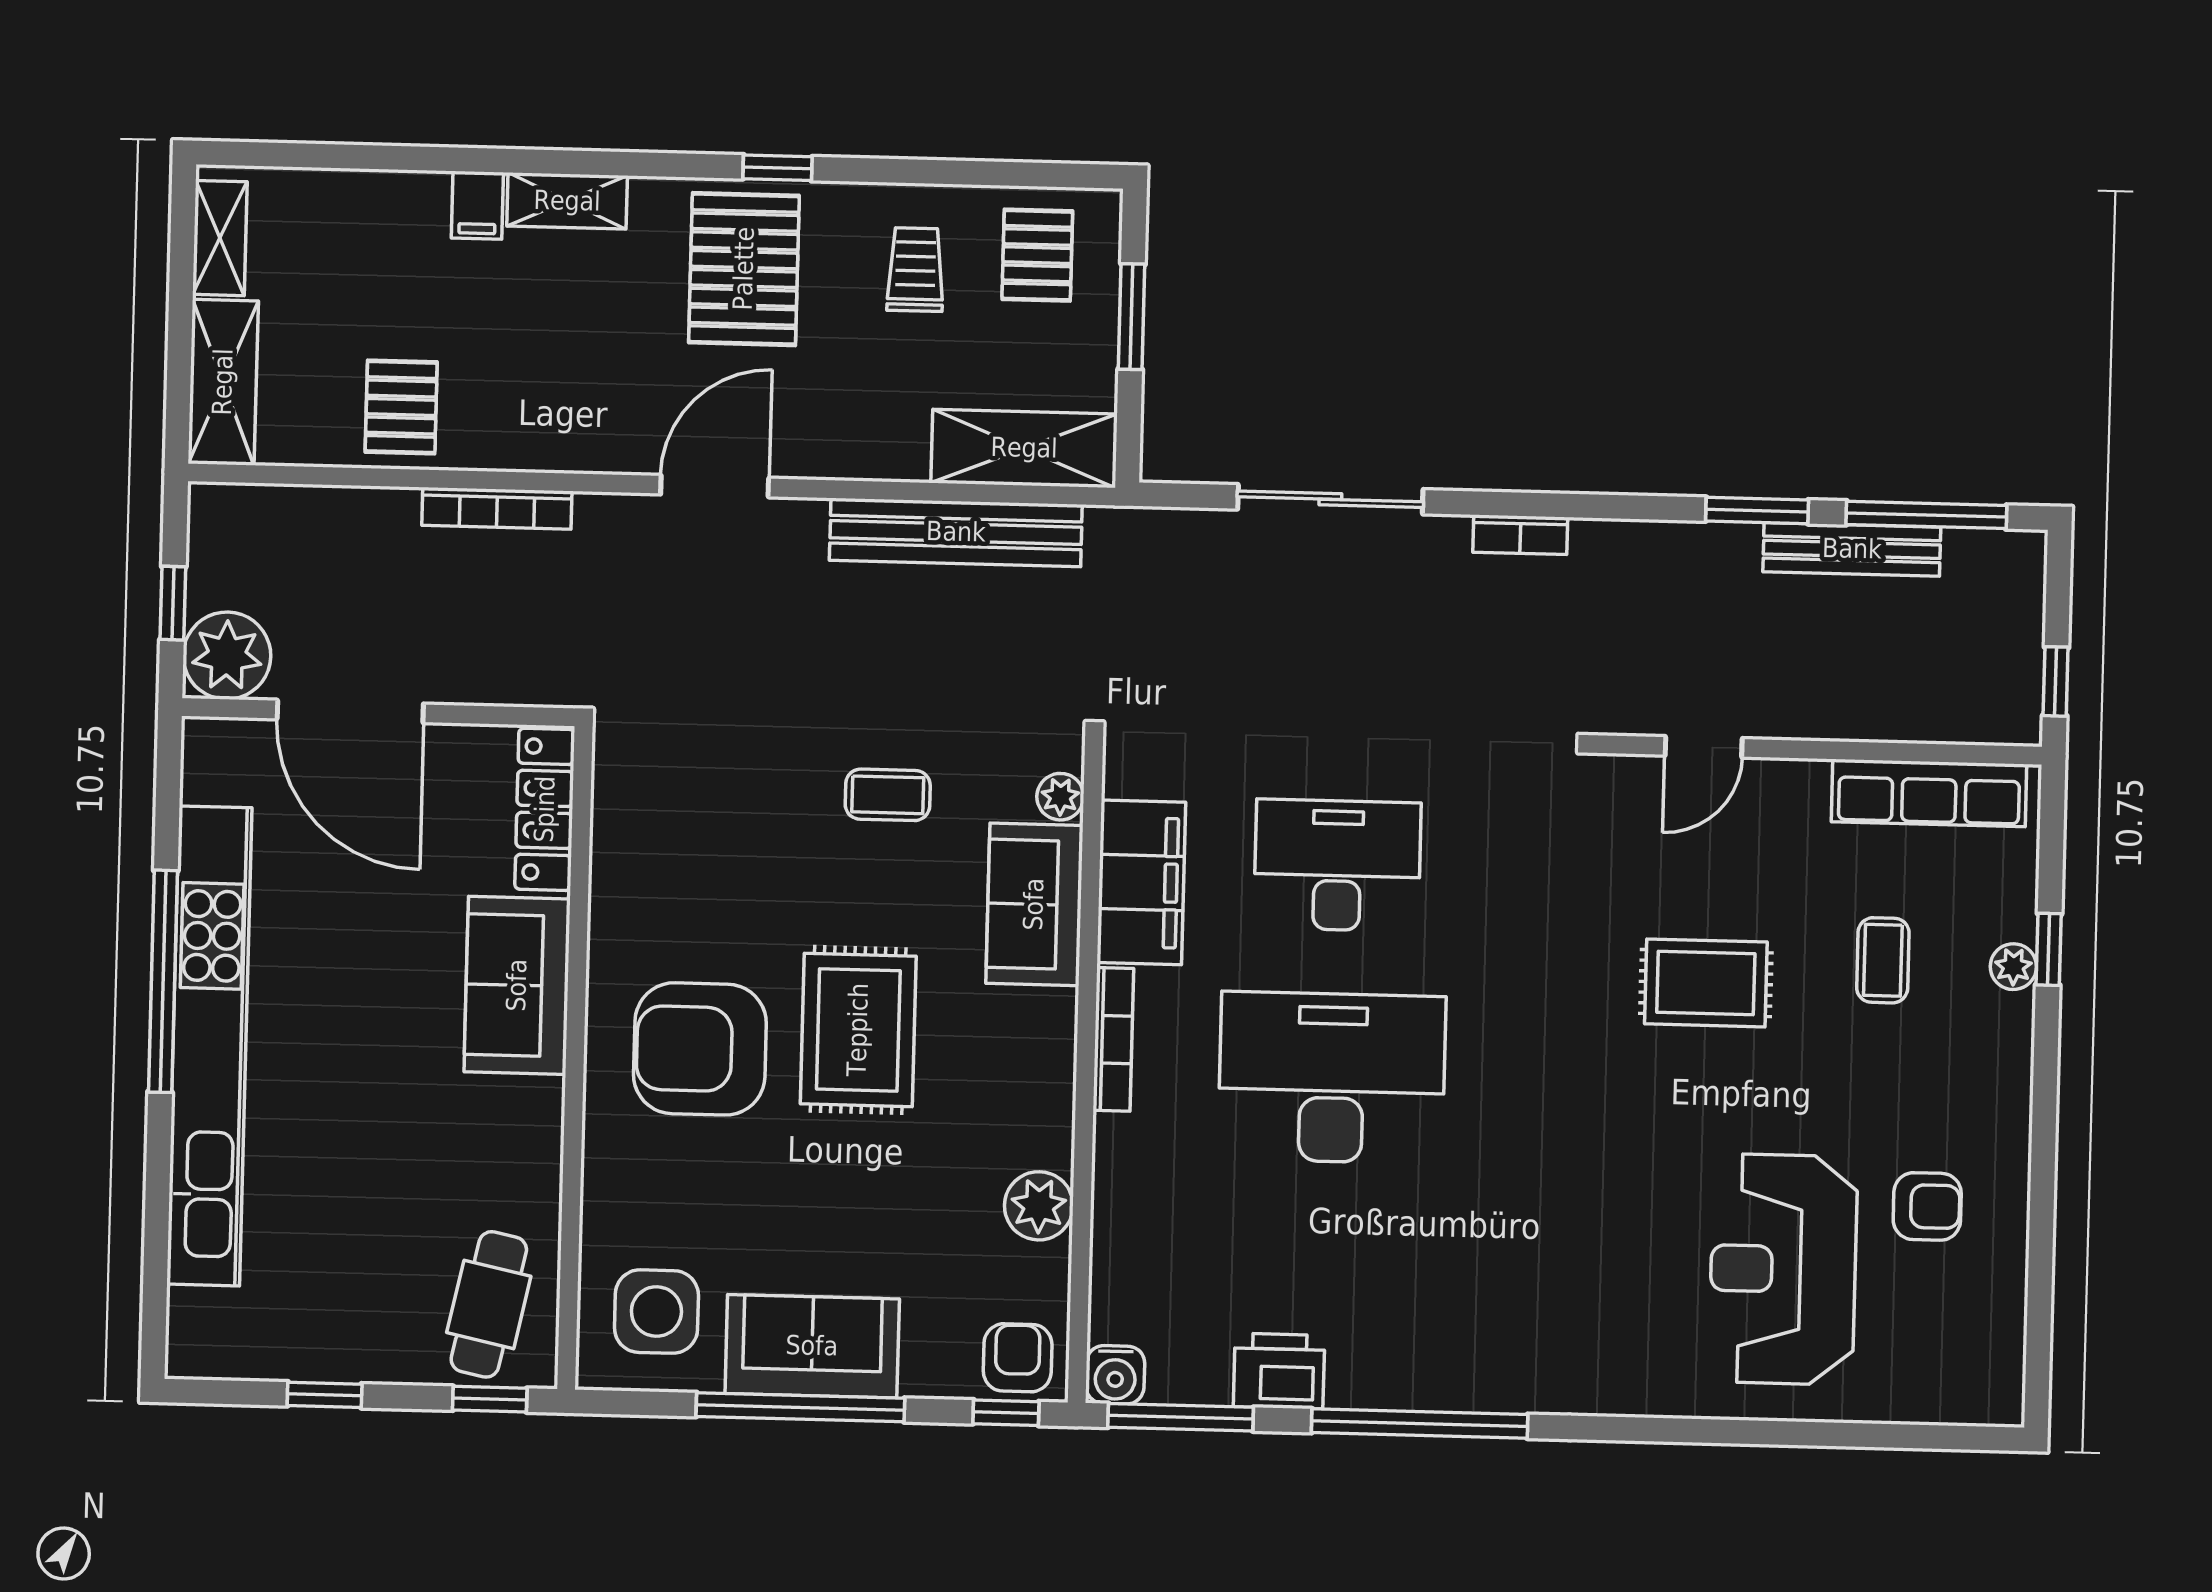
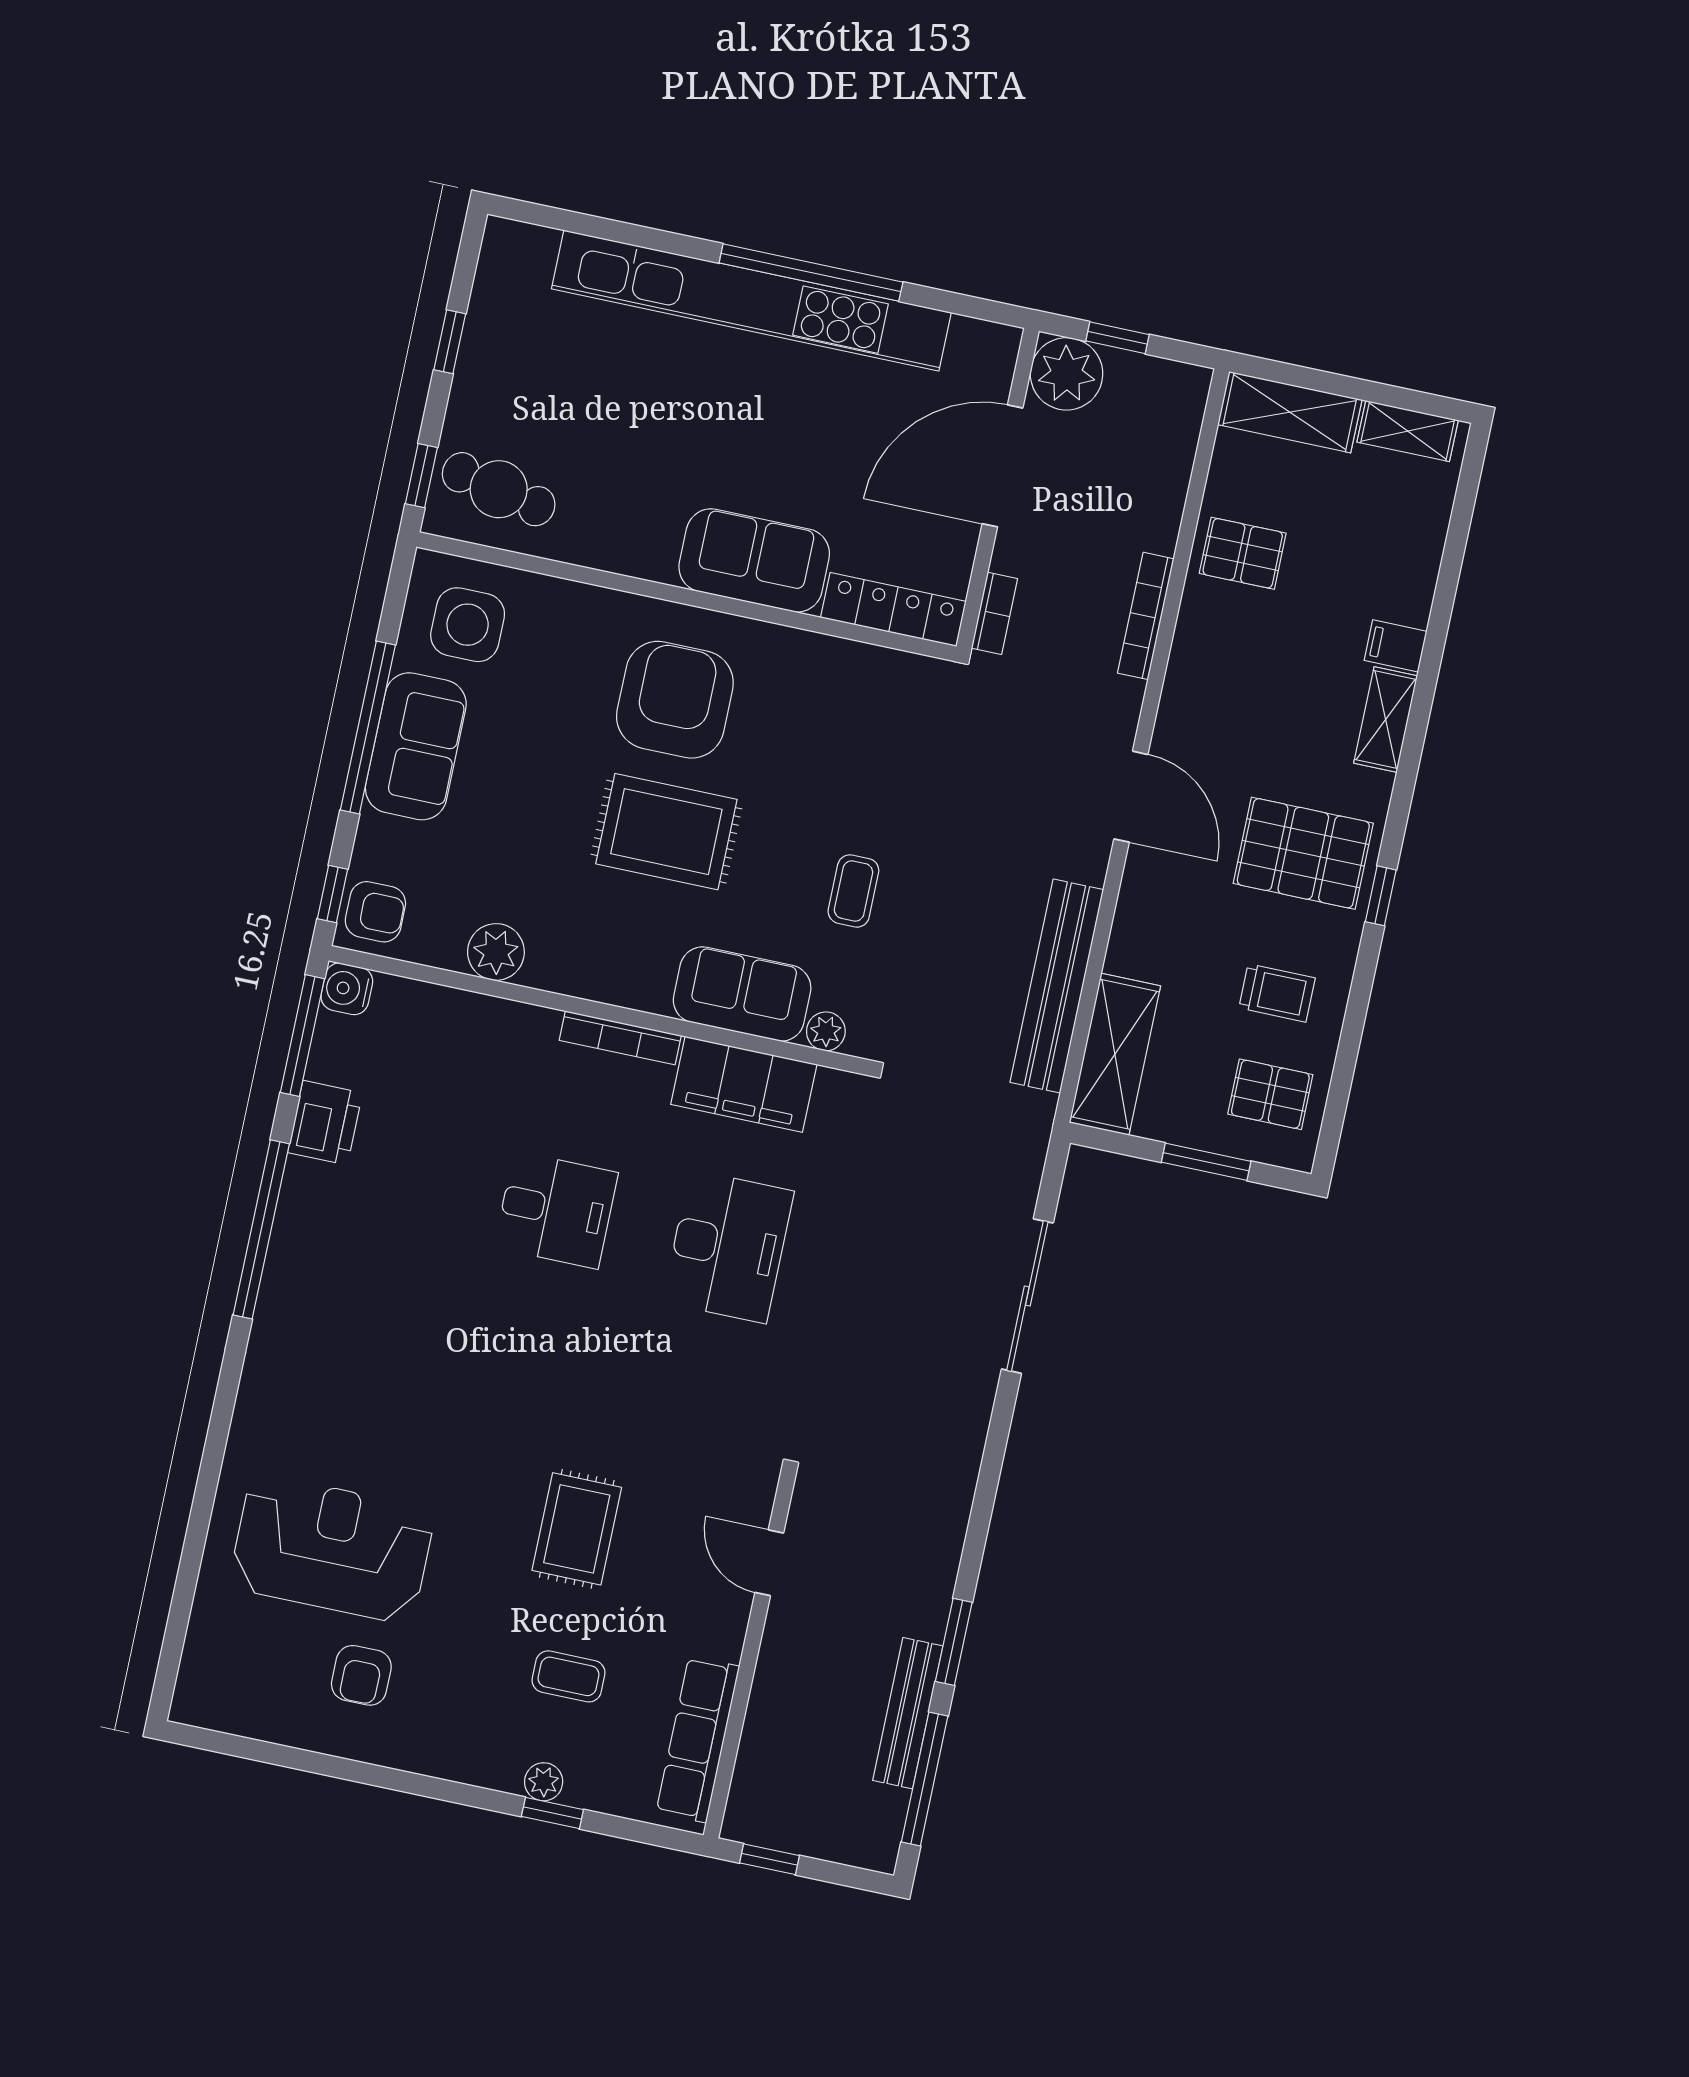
bookcase: (1520, 535) -> (994, 613), moved, turned 180
desk: (1332, 1078) -> (556, 1210), width x0.53, depth x0.77

